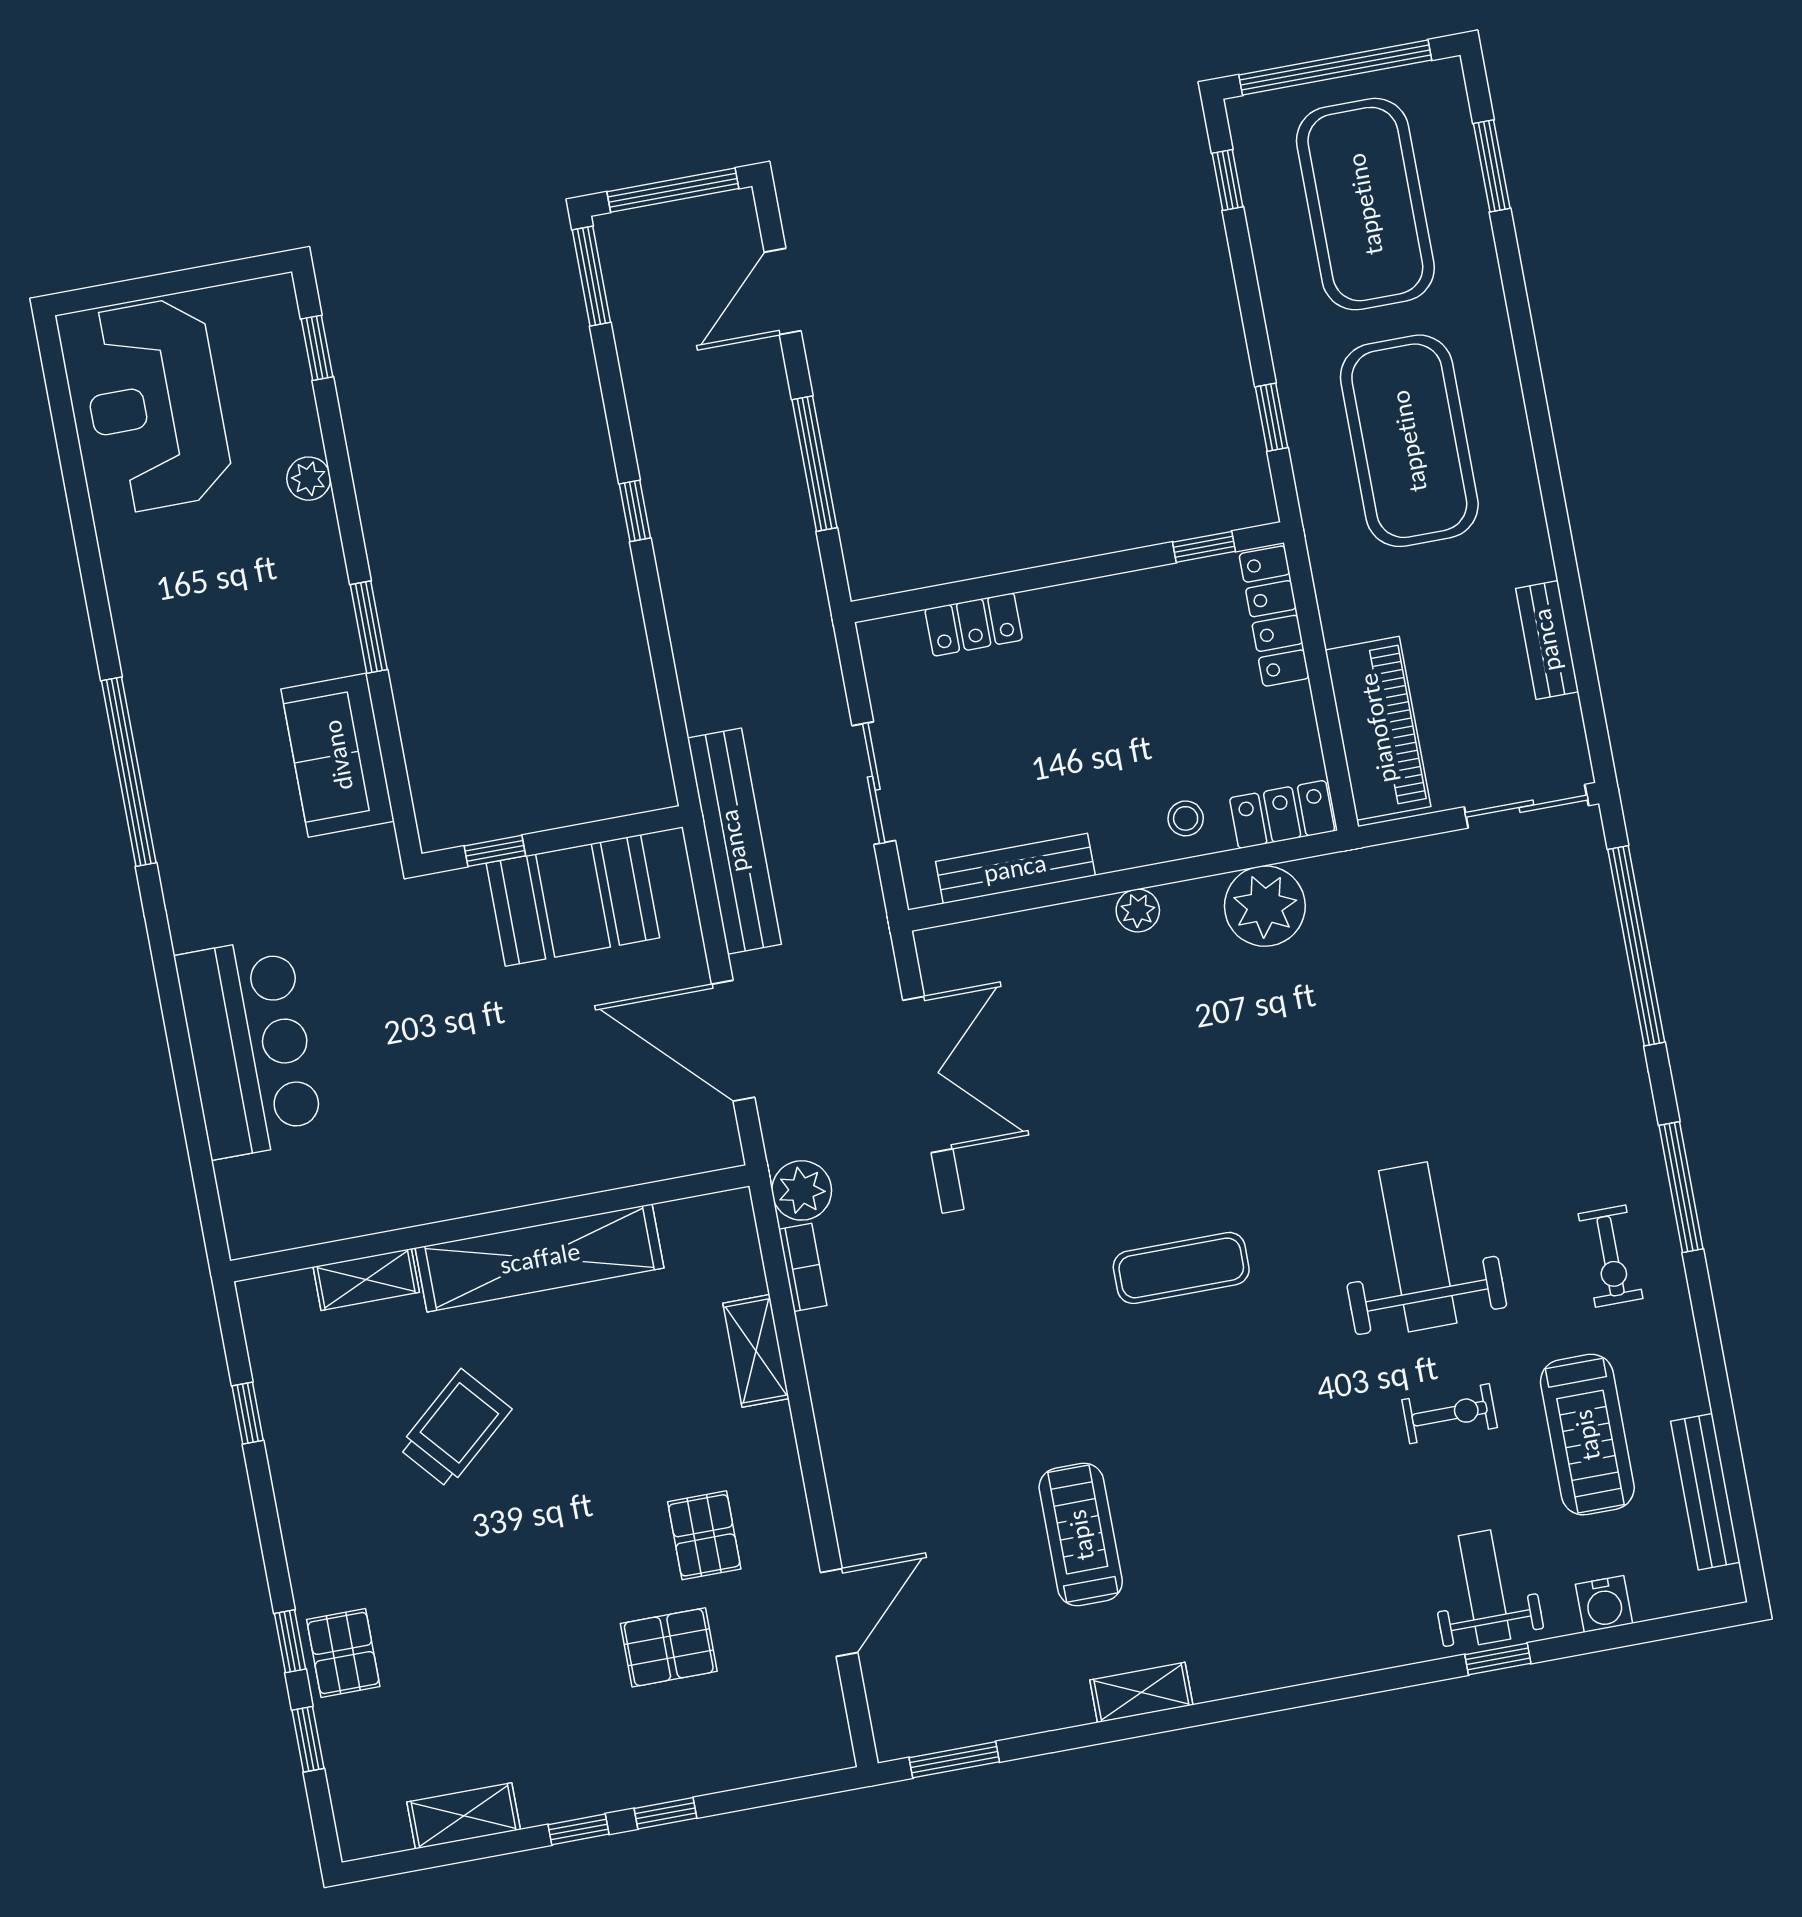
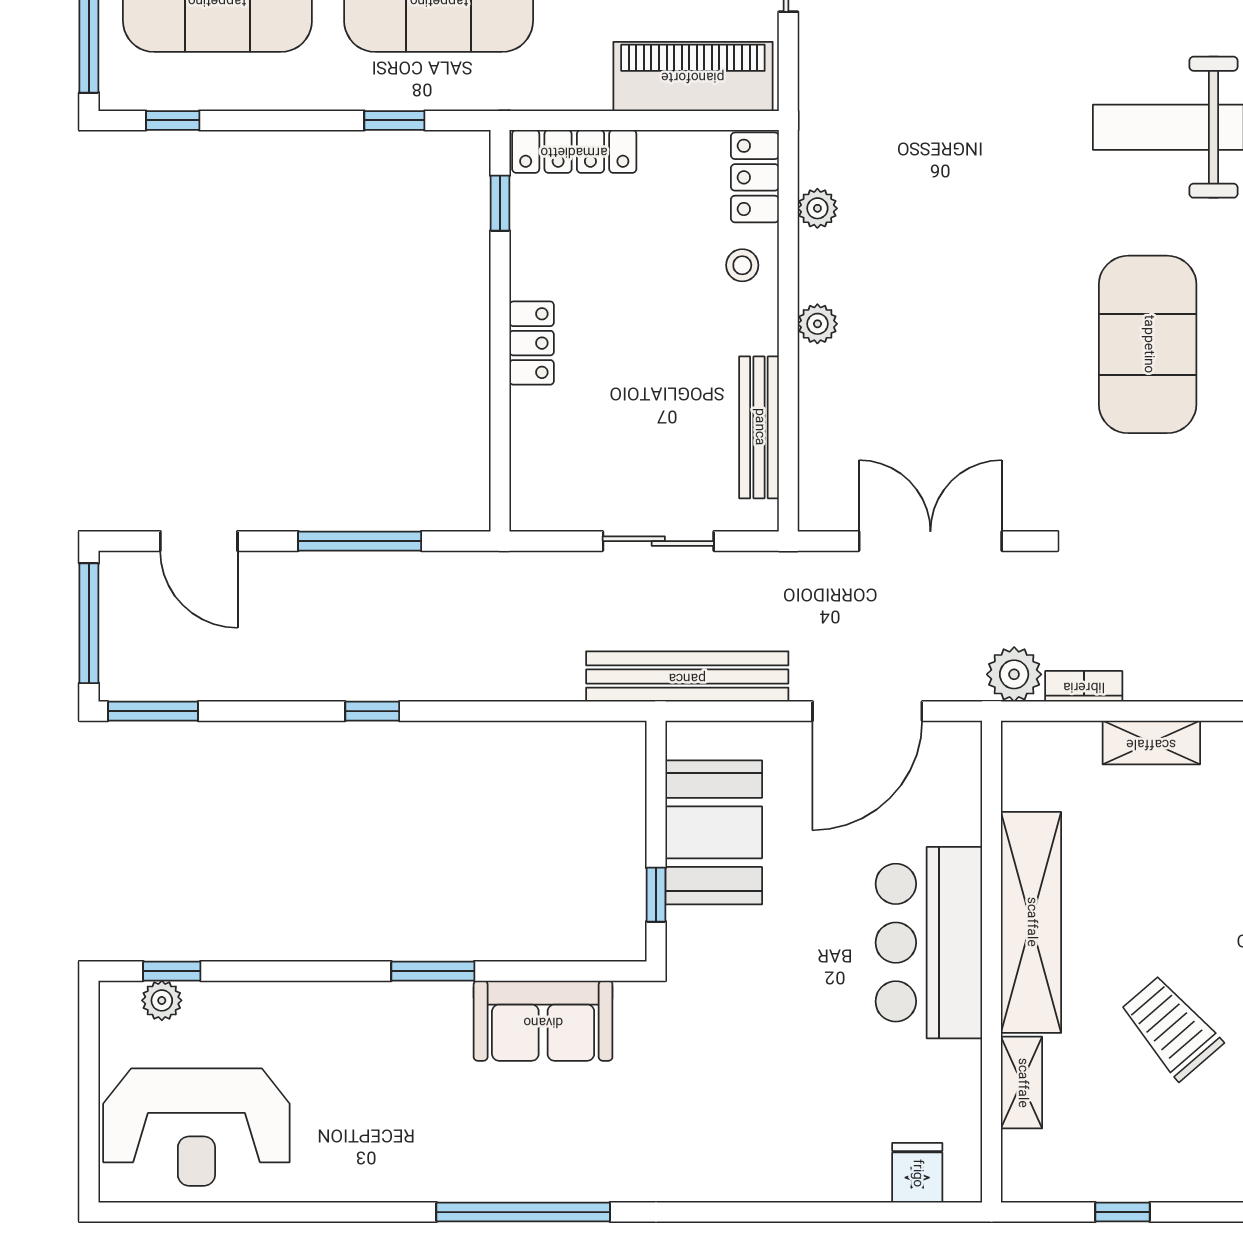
plant: (309, 479) -> (162, 1000), moved
locker: (974, 625) -> (532, 343), moved
plant: (1265, 906) -> (817, 208), width x0.53, depth x0.53
bar counter: (249, 1048) -> (929, 943), moved, turned -90
fridge: (249, 1186) -> (917, 1173), added
exercise mat: (1181, 1268) -> (1148, 344), width x2.00, depth x1.45

